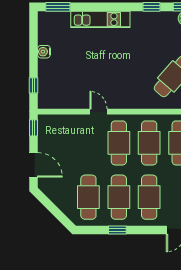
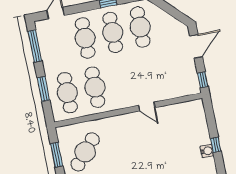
window: (33, 85) -> (216, 145), moved
cafe table: (119, 143) -> (123, 82), removed
door: (33, 165) -> (196, 46), swing flipped

